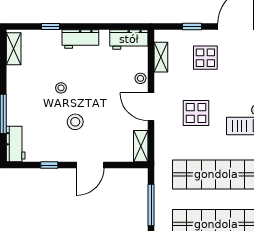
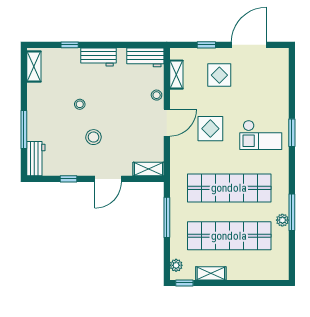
door: (151, 107) -> (167, 123), swing flipped
shelving: (141, 146) -> (148, 169), moved, turned 90

